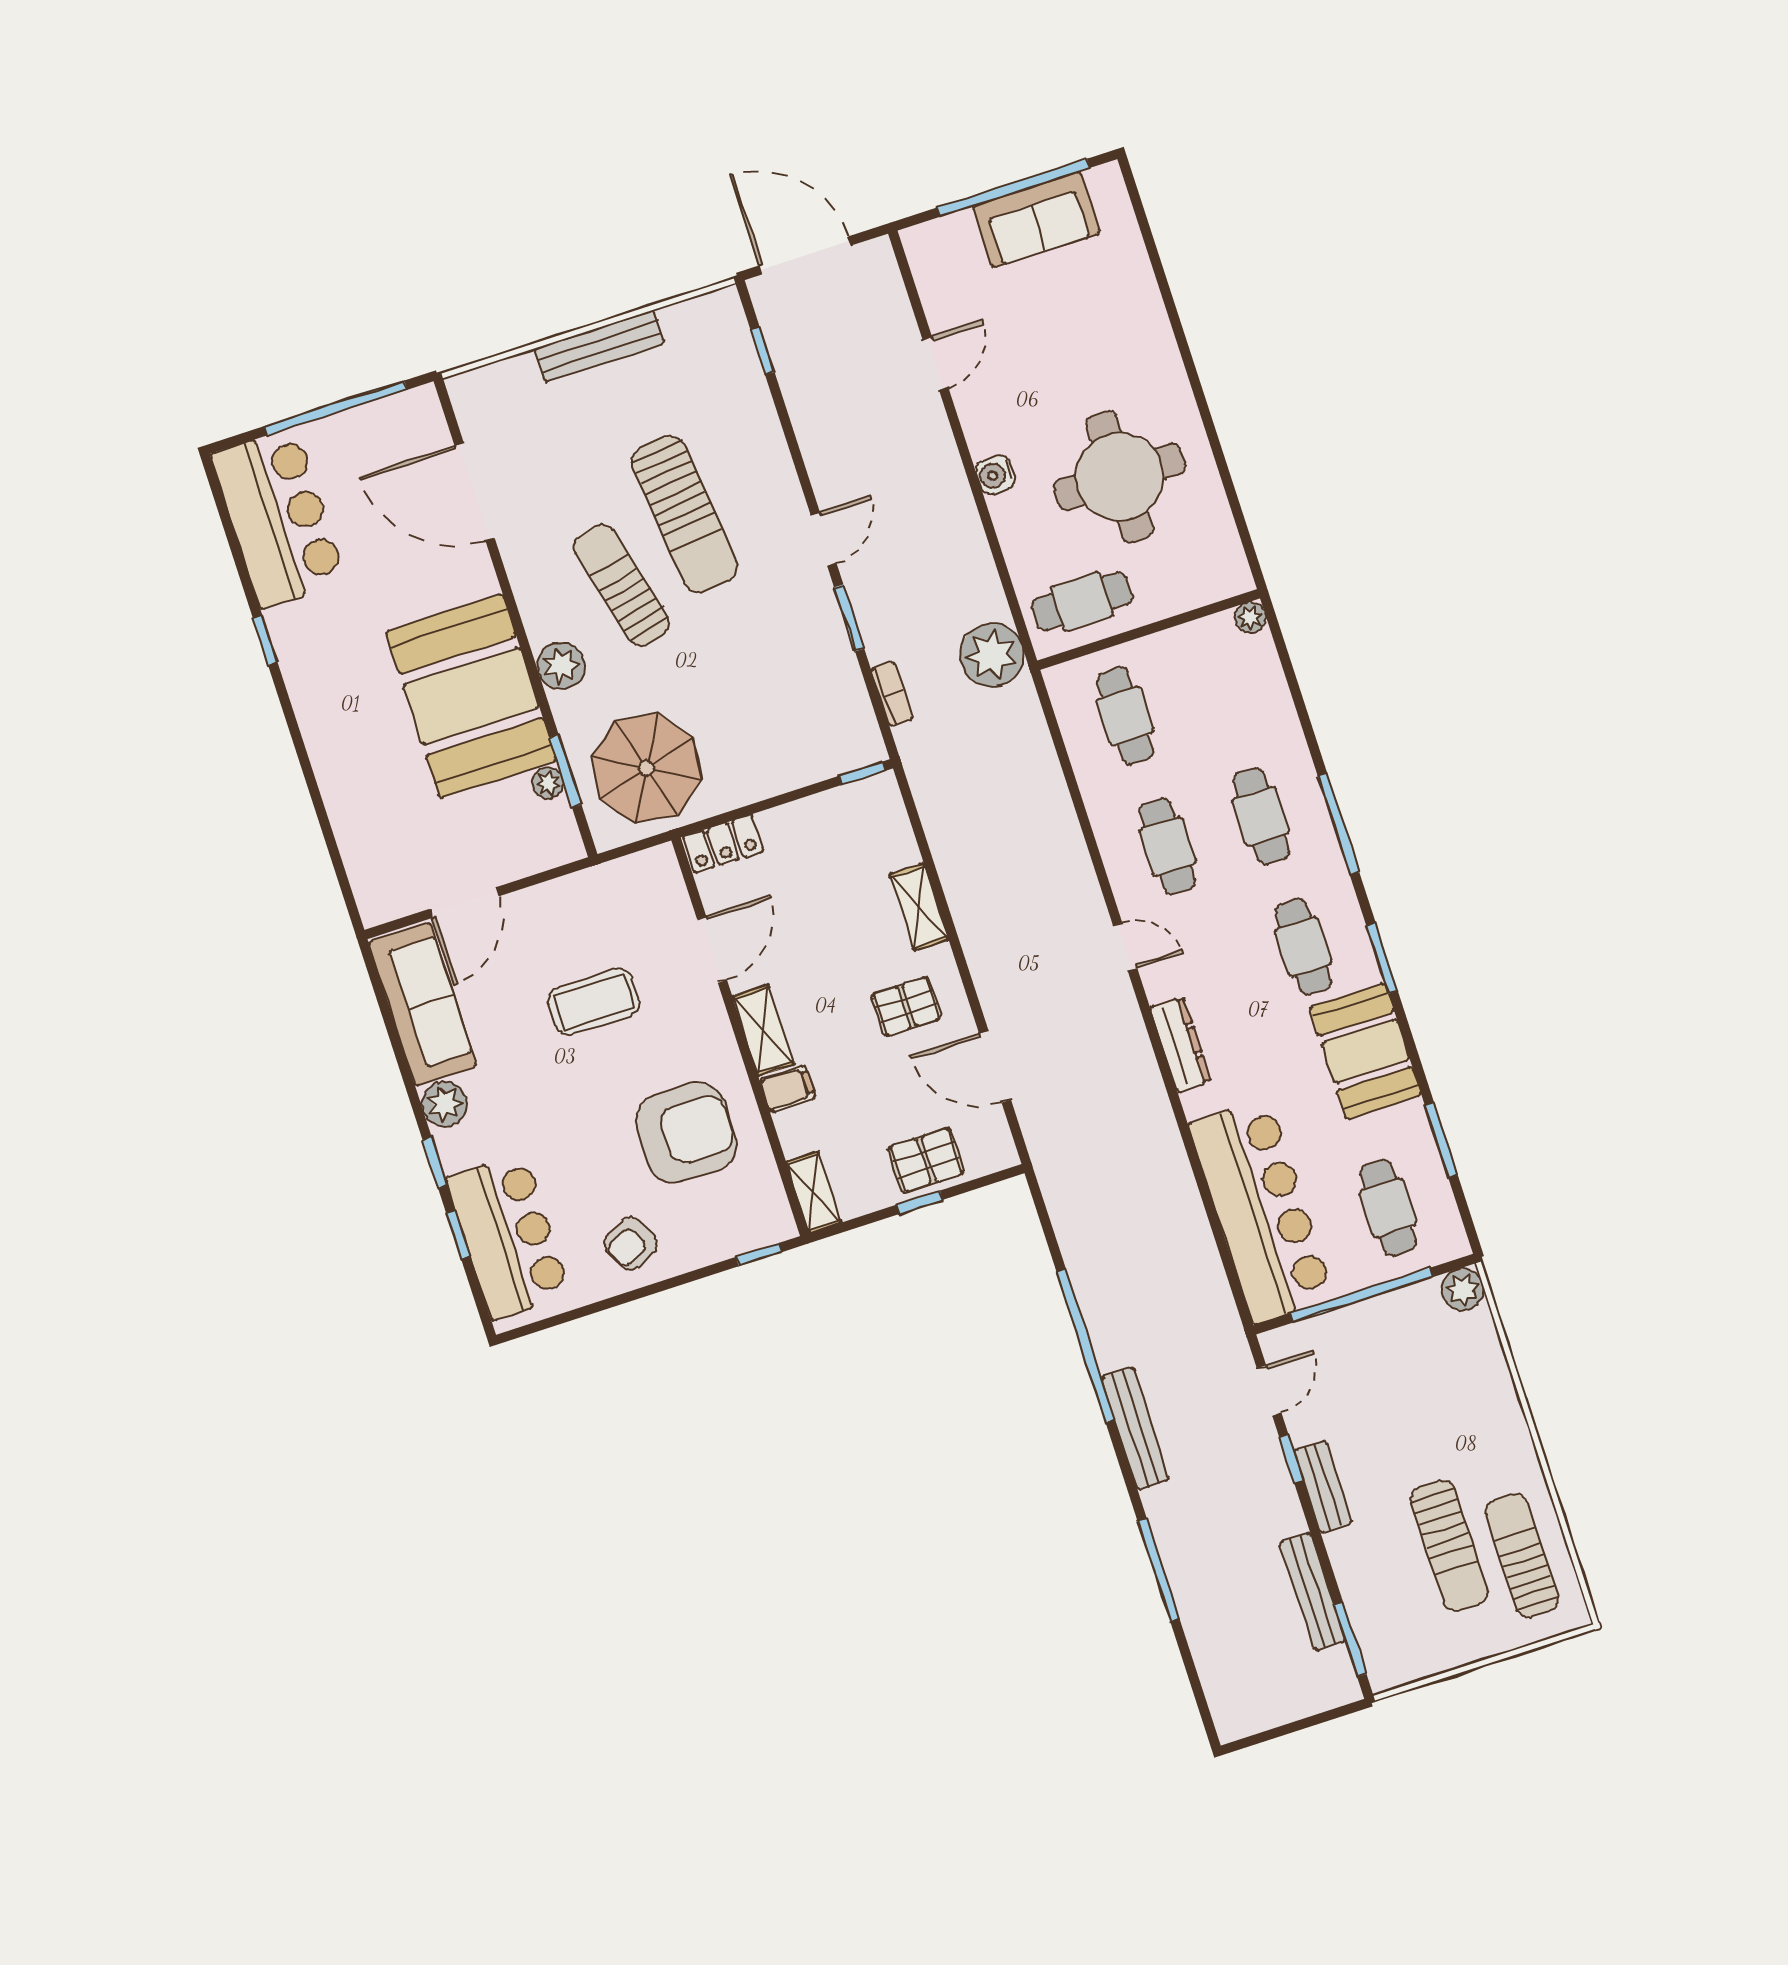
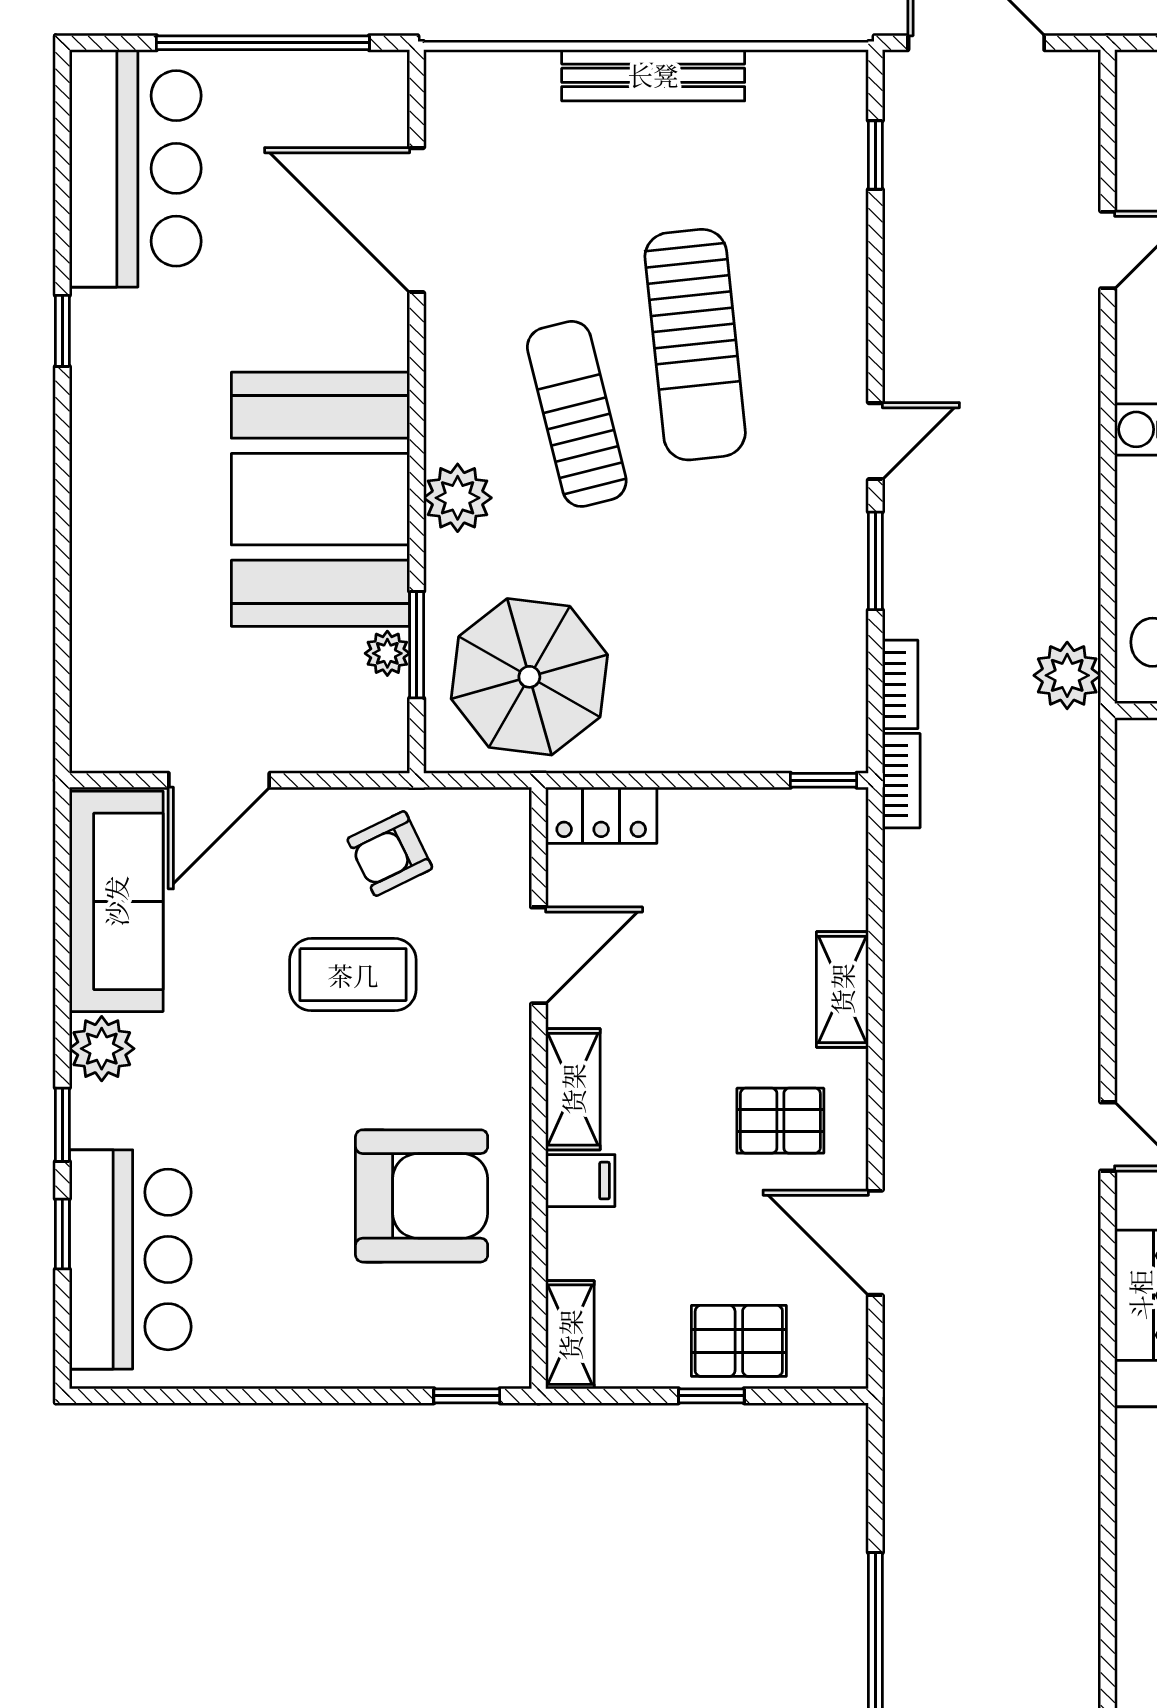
plant: (992, 655) -> (1067, 675), width x0.73, depth x0.73
bookcase: (913, 757) -> (901, 781), added
armchair: (631, 1244) -> (390, 854), moved

